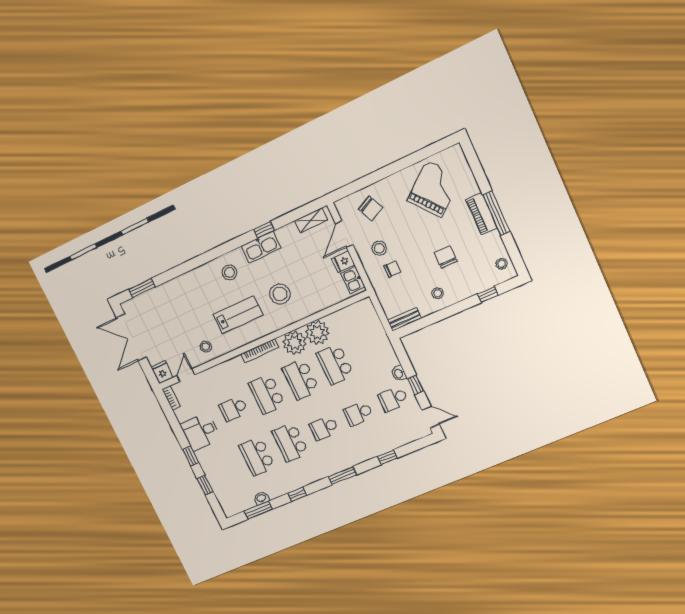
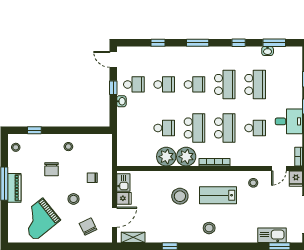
kitchen sink: (261, 247) -> (272, 235), moved
stool: (379, 248) -> (74, 199), moved
bench: (404, 319) -> (100, 138), removed
school desk: (335, 364) -> (164, 128), width x0.54

